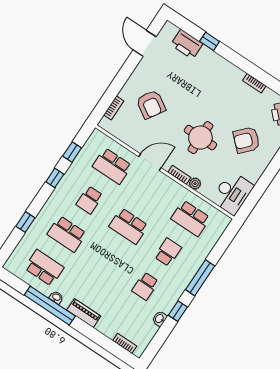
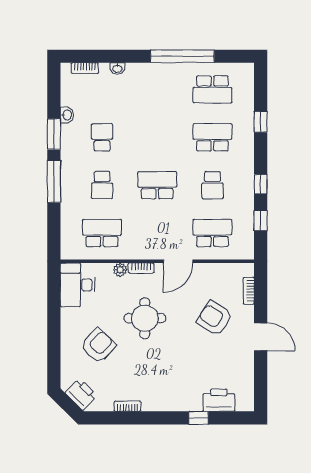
door: (145, 43) -> (261, 337), moved
school desk: (89, 200) -> (212, 185), turned 180
washbasin: (56, 297) -> (117, 69), moved
window: (178, 311) -> (54, 134), width x1.50
piano: (84, 313) -> (144, 71), removed

